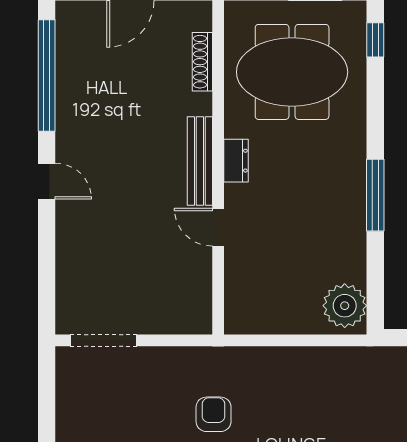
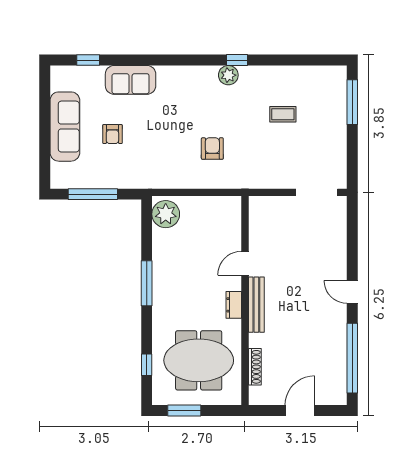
window: (375, 40) -> (147, 365), moved
door: (218, 227) -> (245, 263), swing flipped
armchair: (214, 414) -> (212, 149), moved, turned 180

